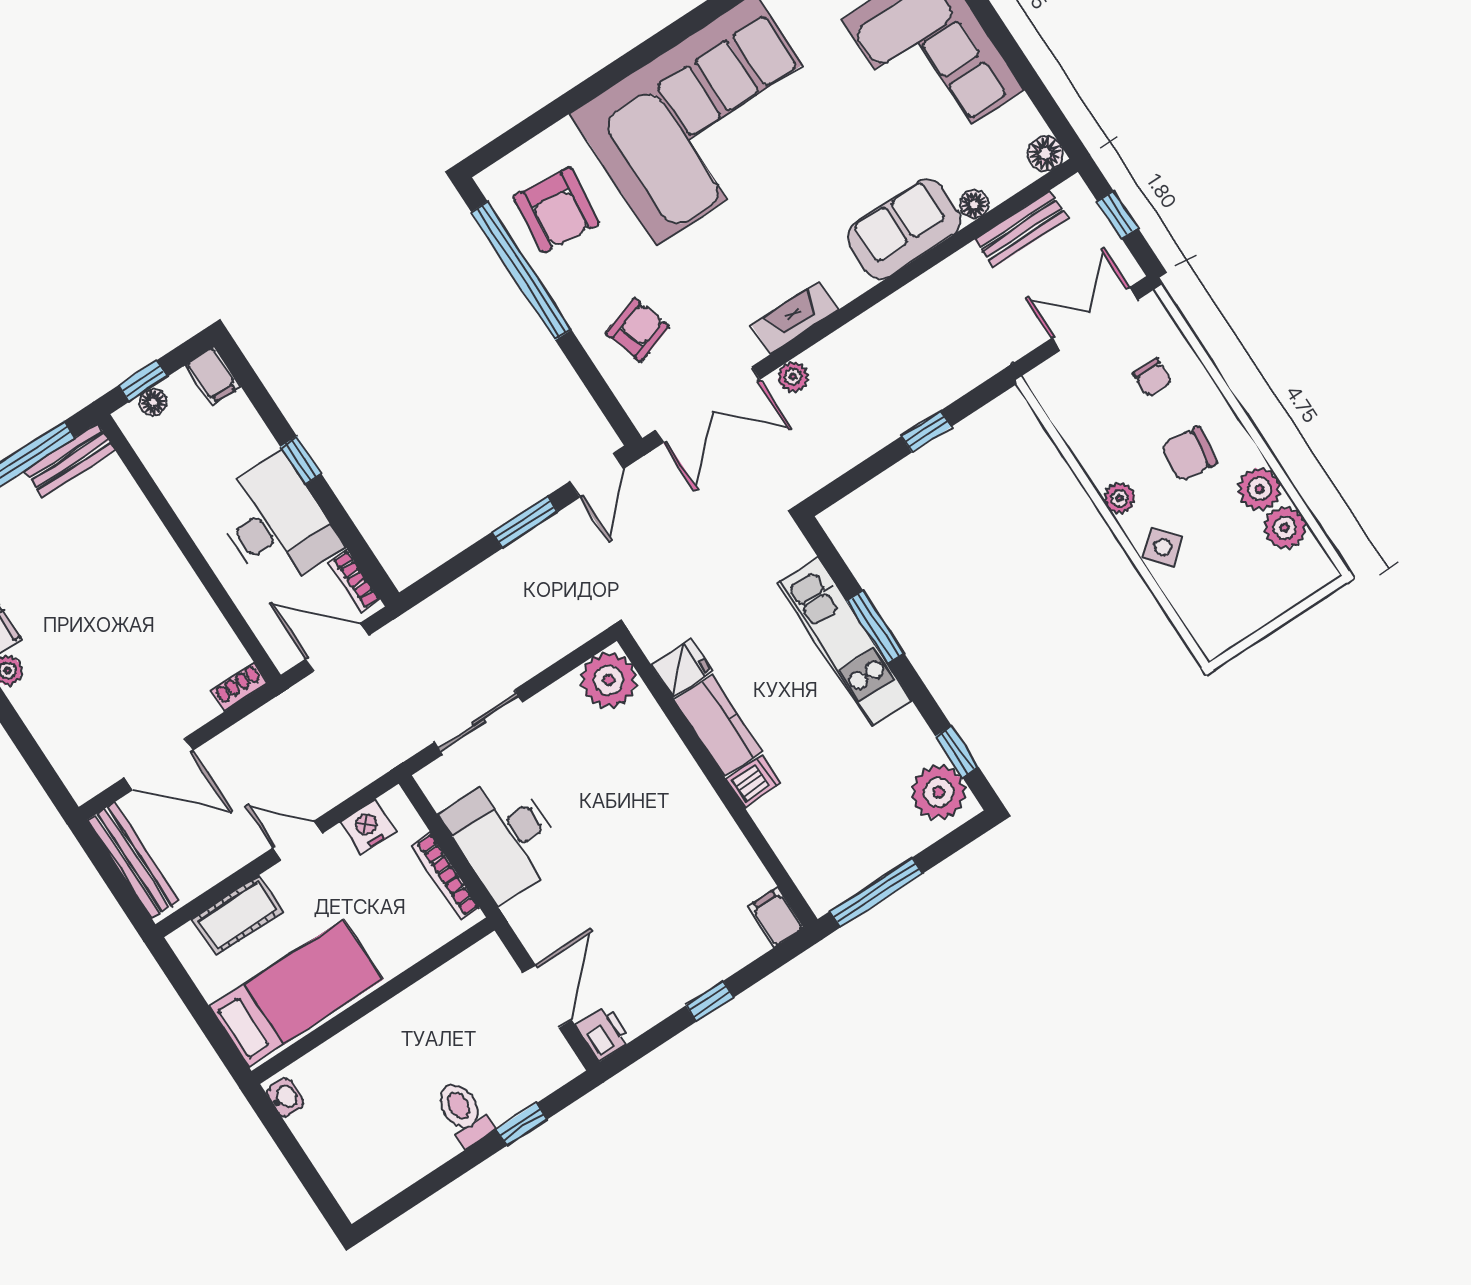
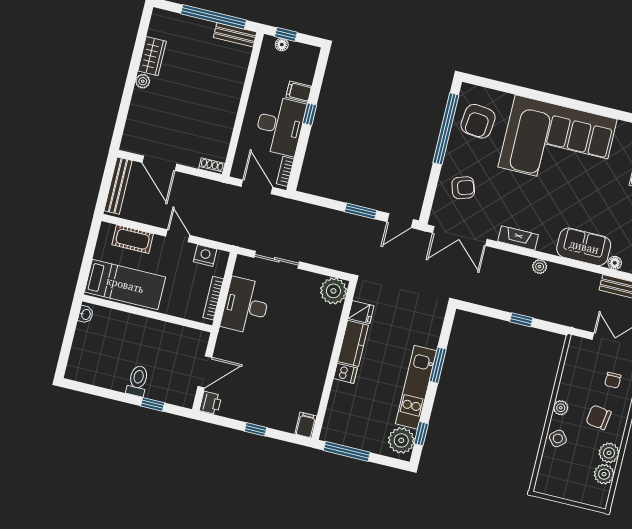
filing cabinet: (213, 376) -> (299, 92), moved, turned 90
plant: (793, 377) -> (540, 267), moved
kitchen unit: (845, 642) -> (416, 387), moved

